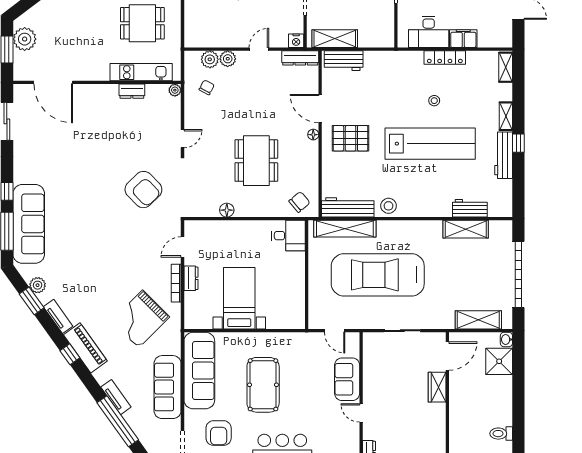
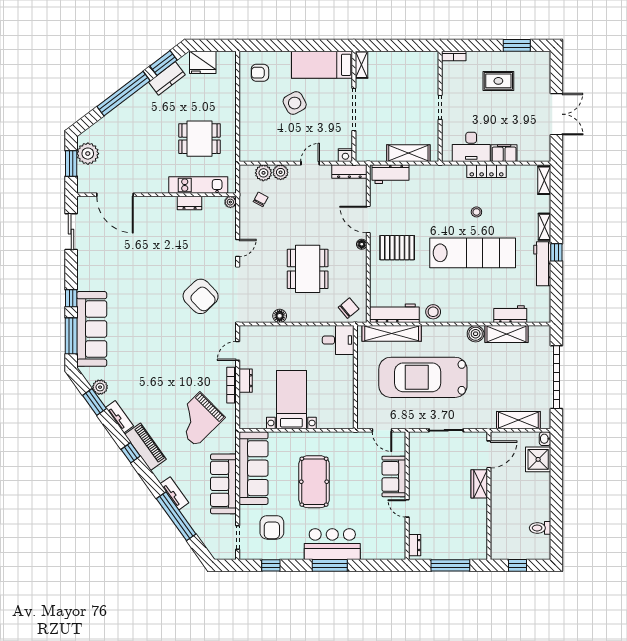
shelving: (335, 39) -> (408, 153), moved
boiler: (433, 229) -> (476, 334), added

